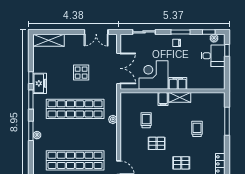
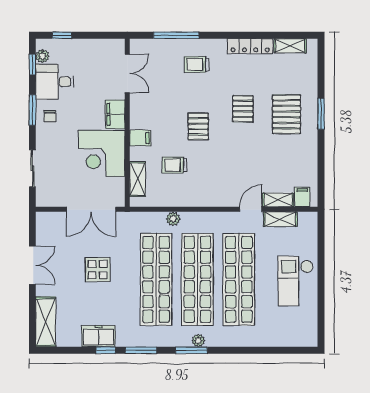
double door: (96, 32) -> (32, 265), moved
desk: (213, 56) -> (55, 82), moved, turned -90
double door: (119, 68) -> (91, 209), swing flipped
freezer: (40, 83) -> (98, 336), moved
double door: (203, 91) -> (127, 73), added
shelving: (180, 97) -> (138, 179), moved
trolley: (197, 129) -> (197, 65), moved
shop shelf: (75, 135) -> (197, 279), added
pallet: (157, 143) -> (198, 126), moved

